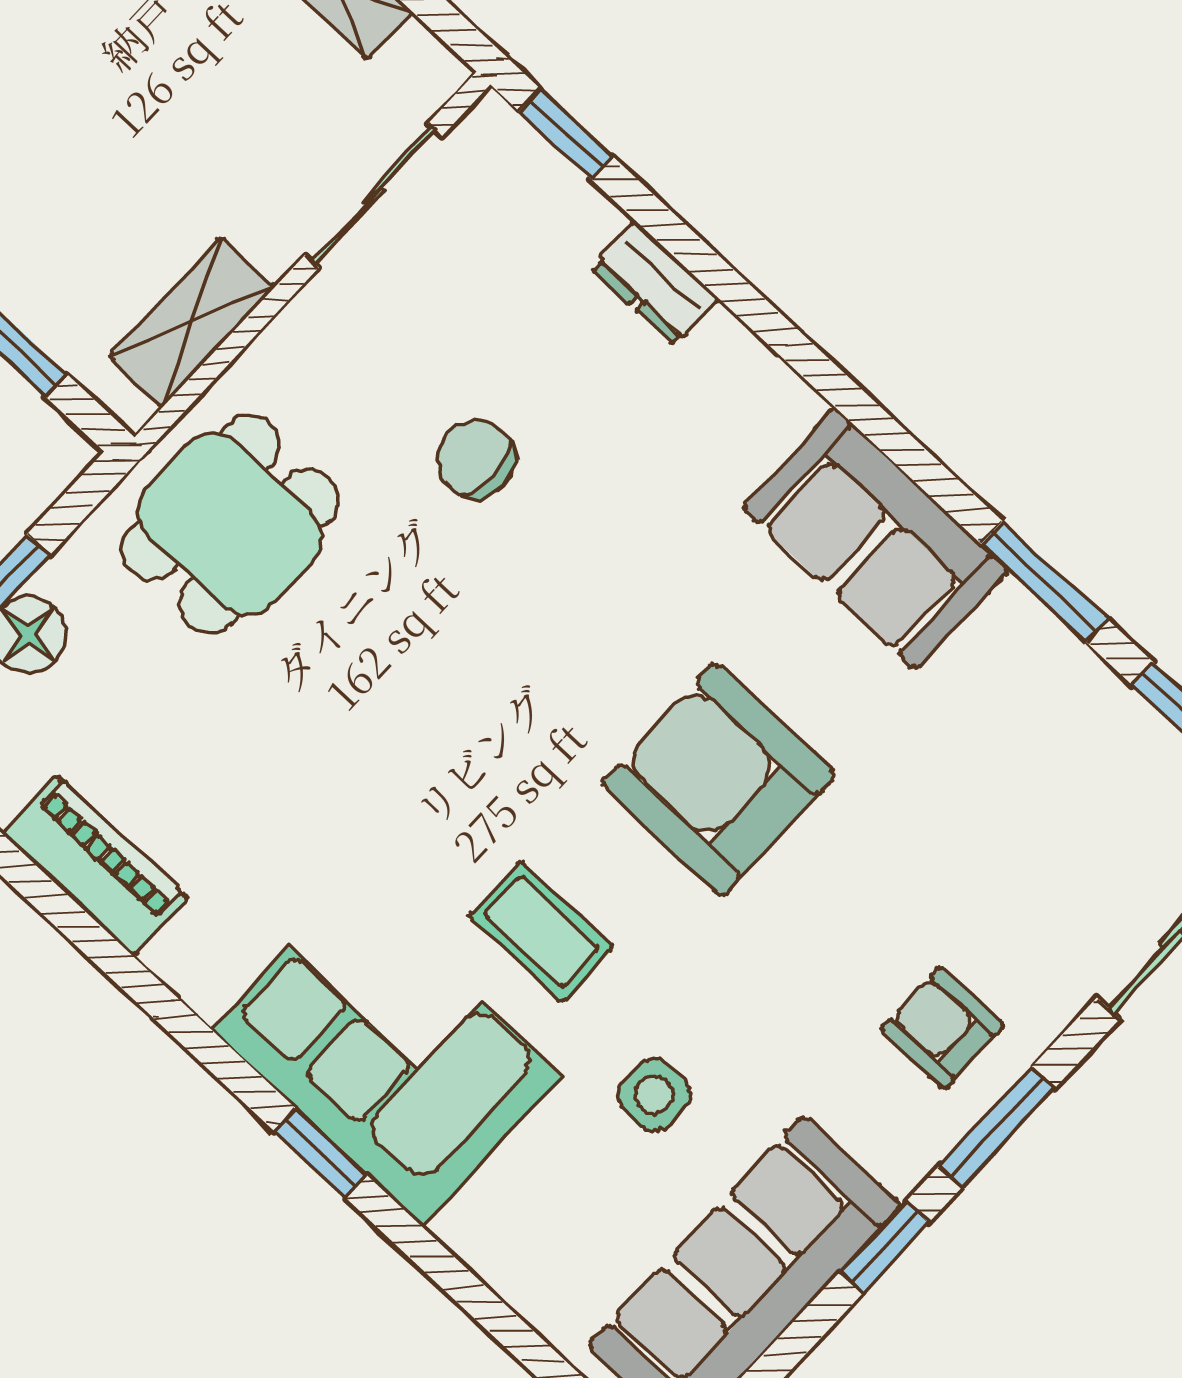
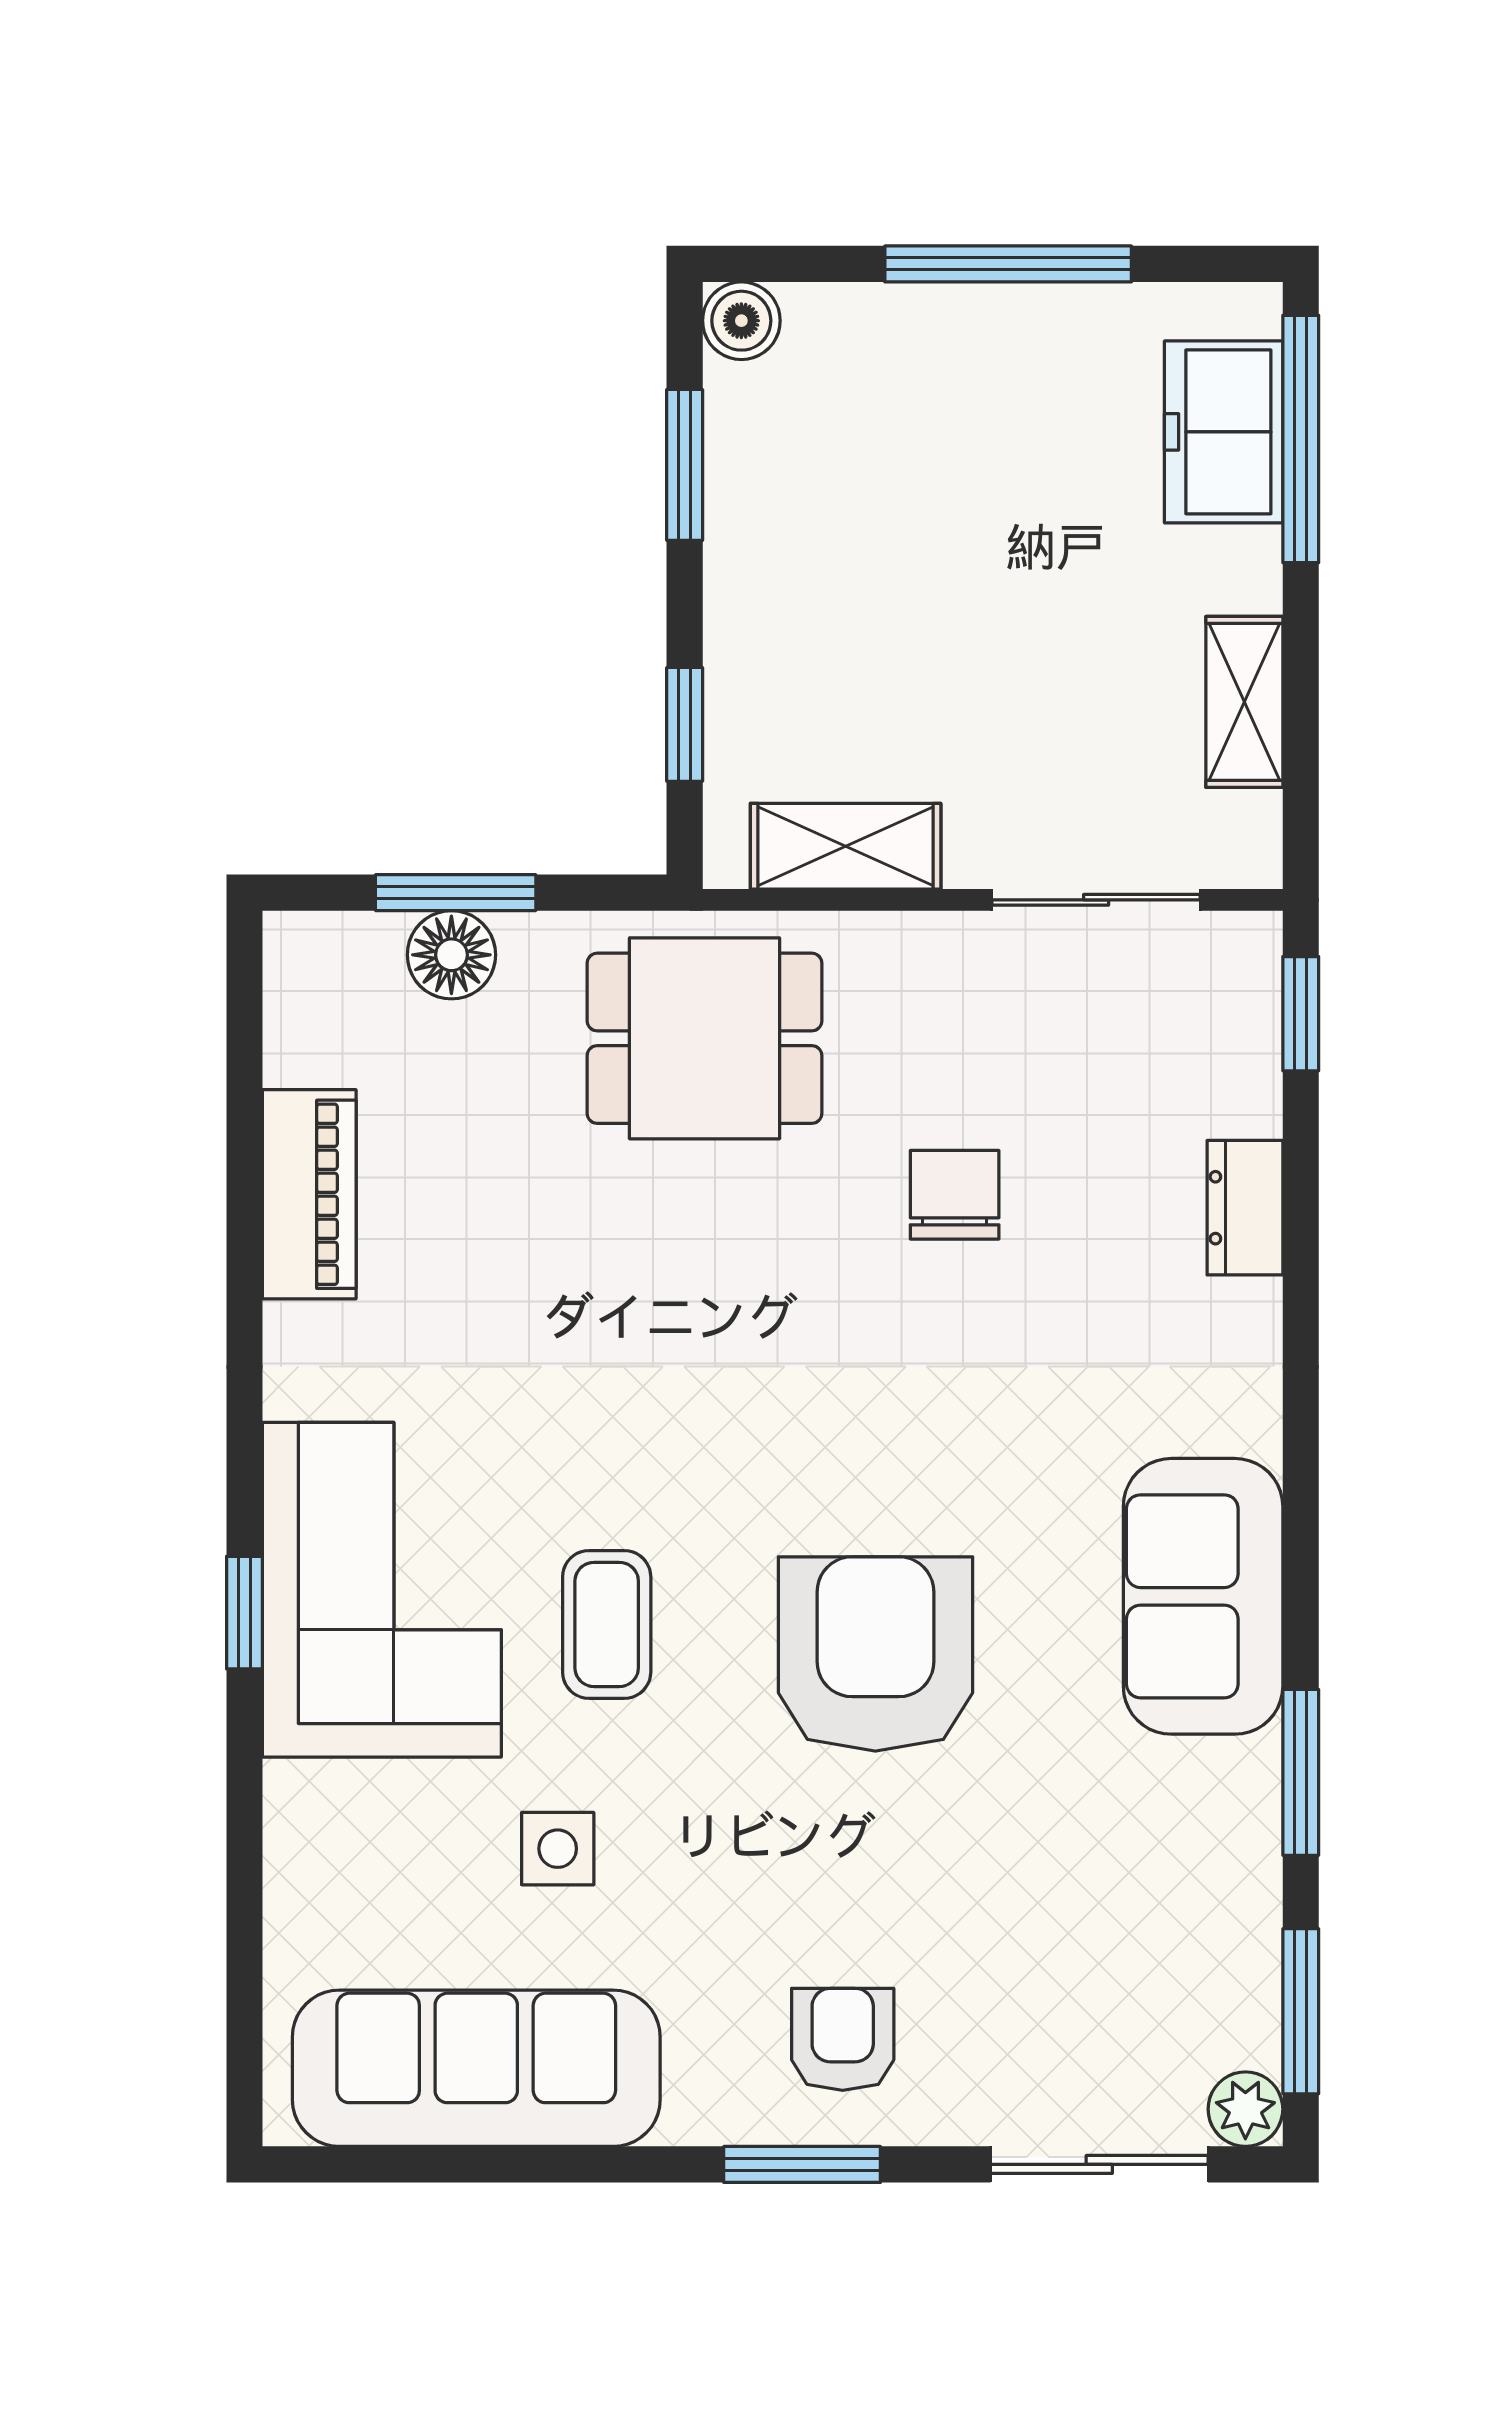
window: (885, 1247) -> (611, 2164), removed

